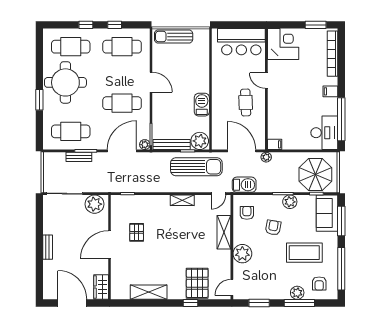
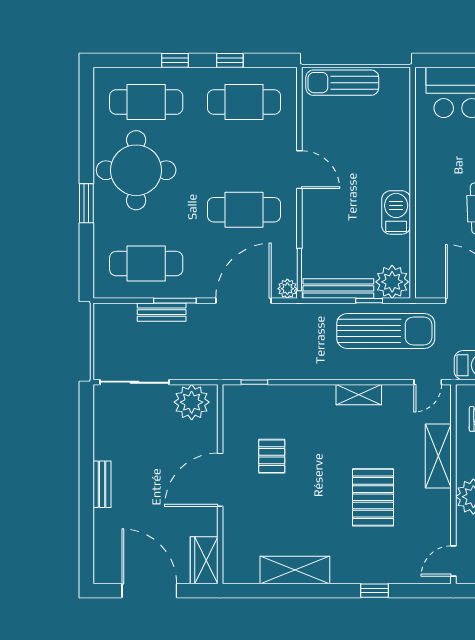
pallet: (197, 283) -> (373, 497), moved

